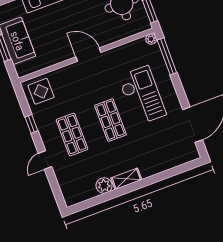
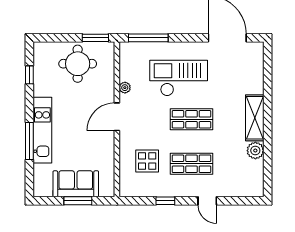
plant: (151, 39) -> (125, 88), moved
display table: (41, 91) -> (147, 161), moved
shelving: (126, 179) -> (255, 118), width x1.50, depth x1.33

